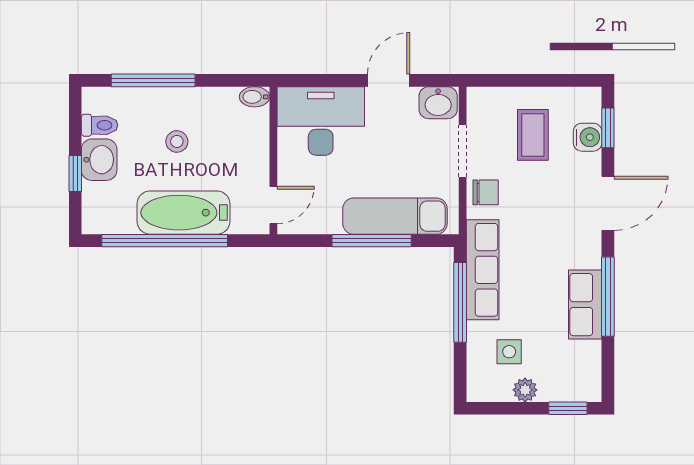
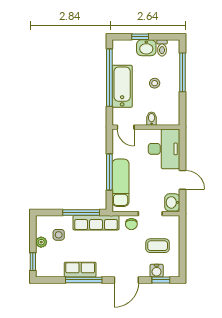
bidet: (255, 97) -> (152, 119), moved
door: (608, 203) -> (126, 280), hinge flipped

